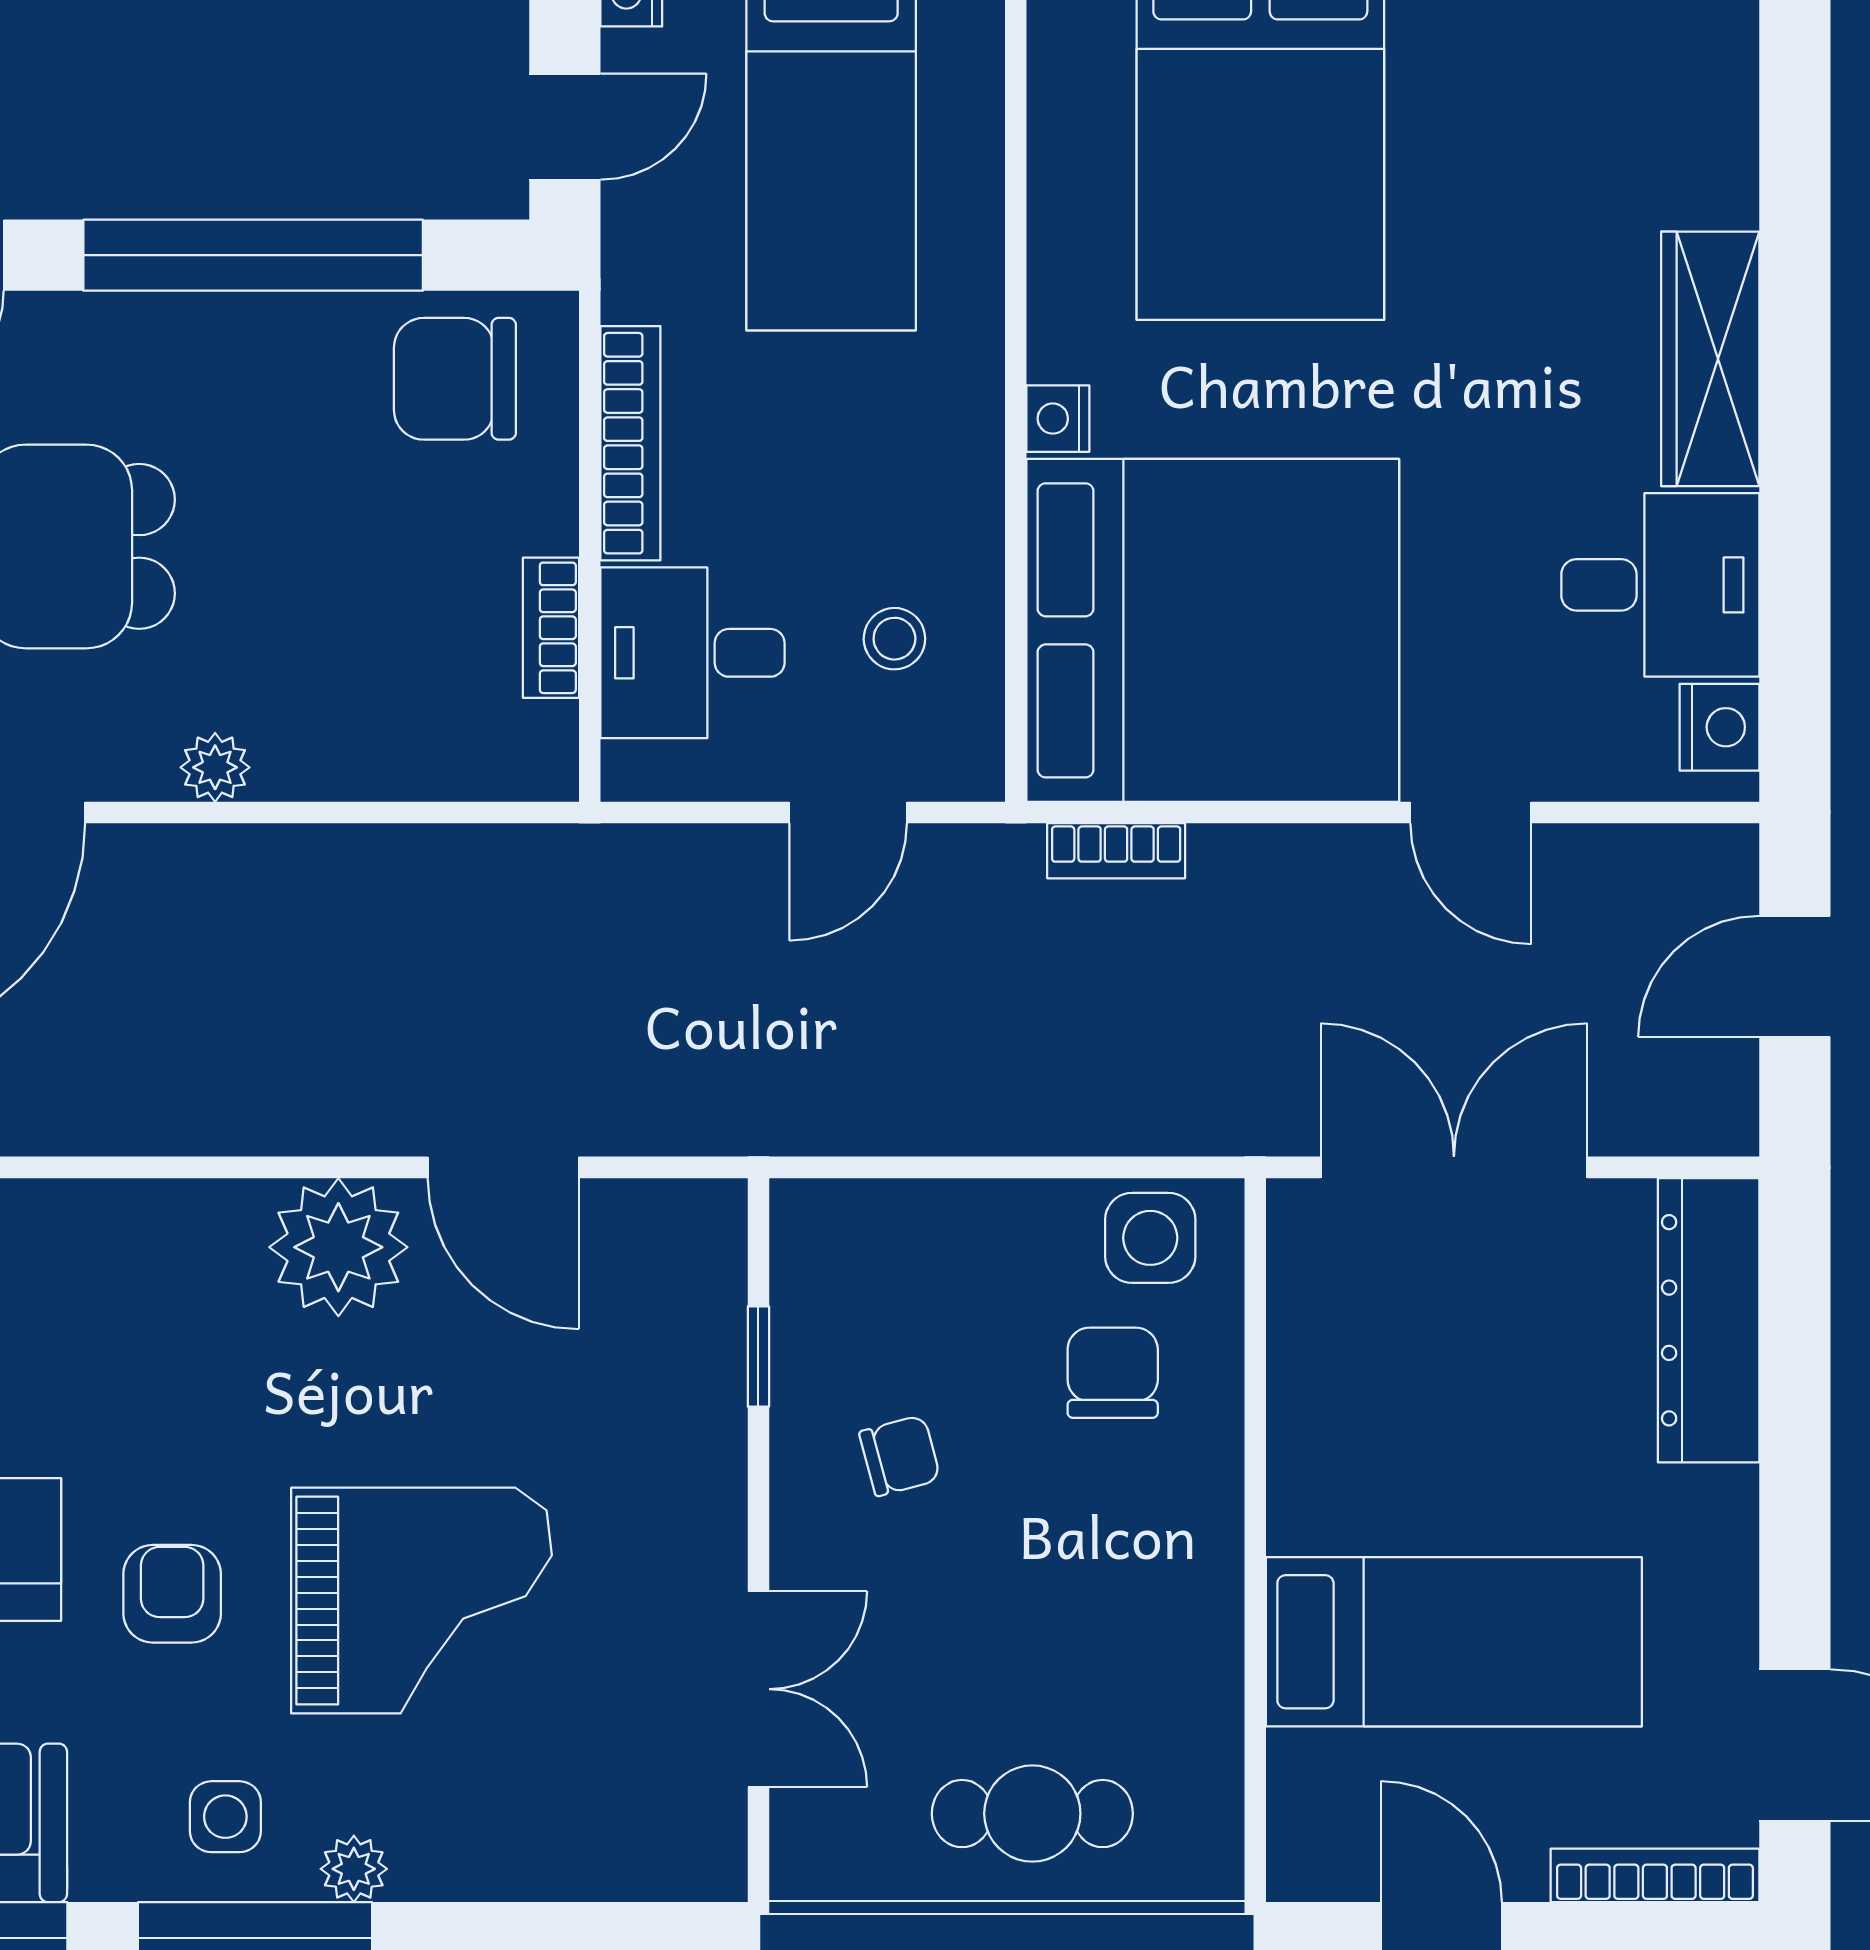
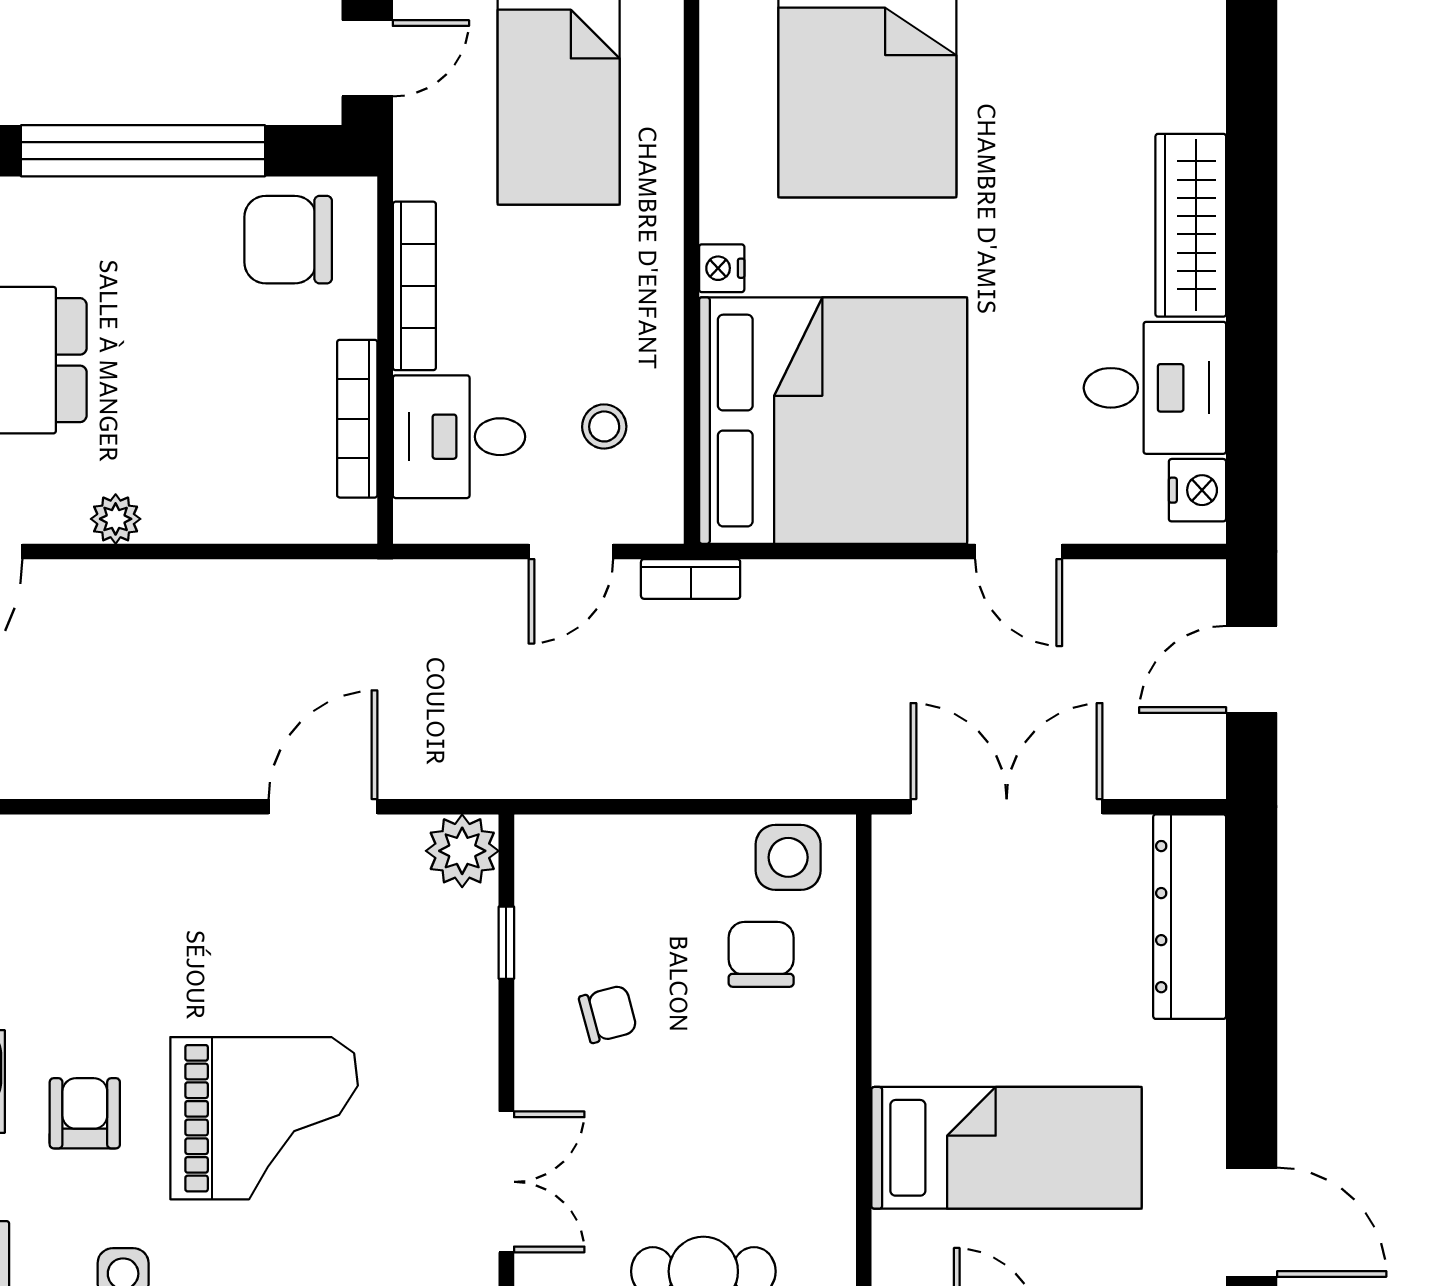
bookcase: (551, 628) -> (357, 419), width x1.56
bookcase: (1116, 851) -> (691, 579), moved
door: (503, 1167) -> (323, 807), swing flipped
plant: (338, 1247) -> (462, 851), moved, width x0.73, depth x0.73

